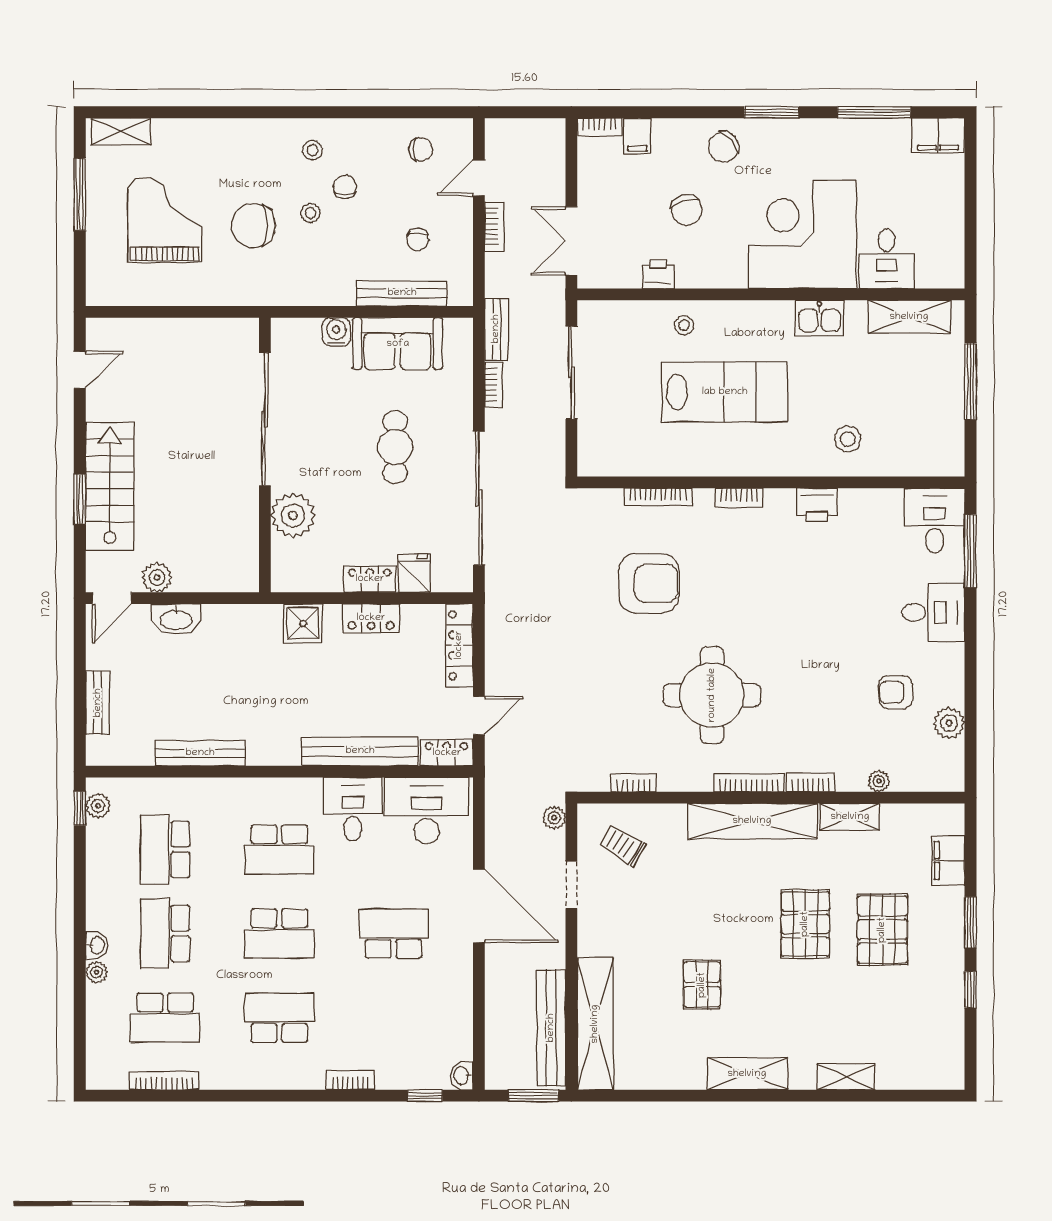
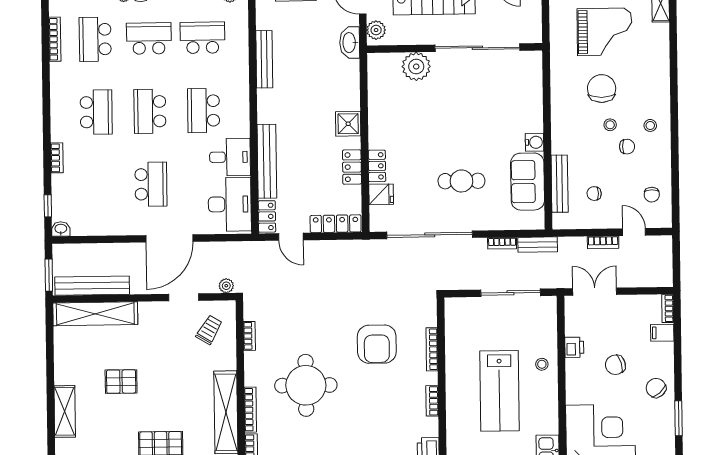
sliding door: (265, 419) -> (477, 48), moved
wall: (265, 455) -> (455, 48), moved
plant: (293, 515) -> (416, 66), moved

